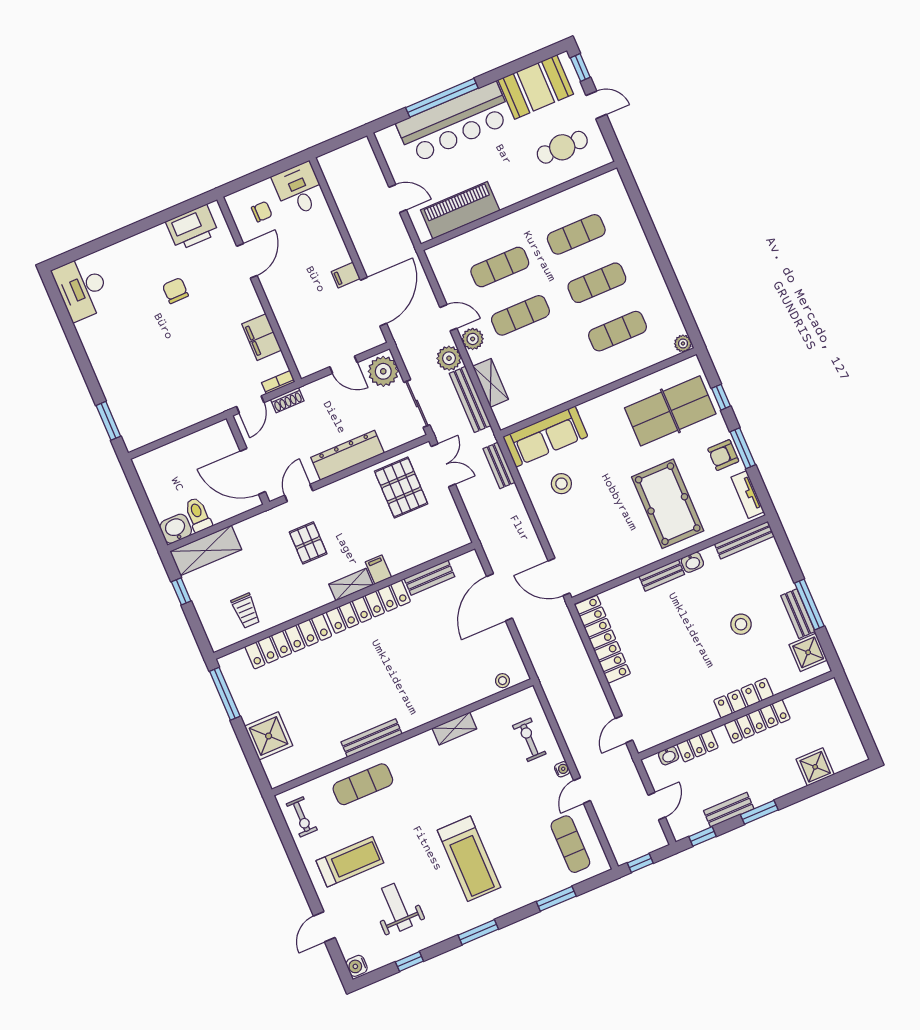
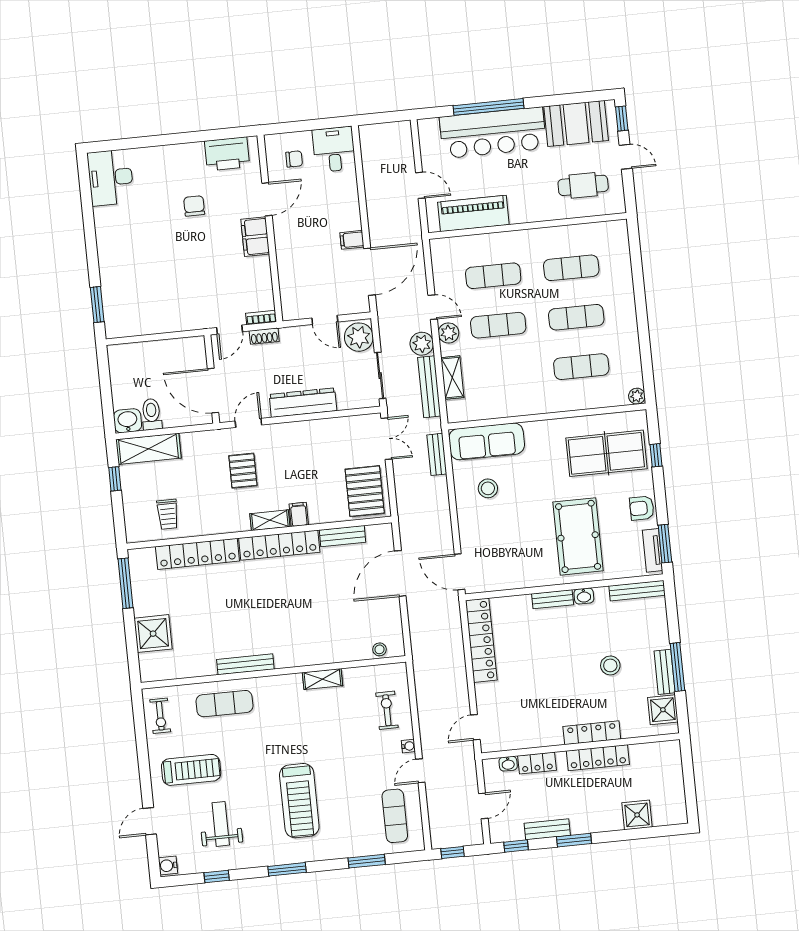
filing cabinet: (262, 337) -> (255, 237), moved
window: (743, 448) -> (665, 544), moved
pallet: (401, 488) -> (365, 491), moved

